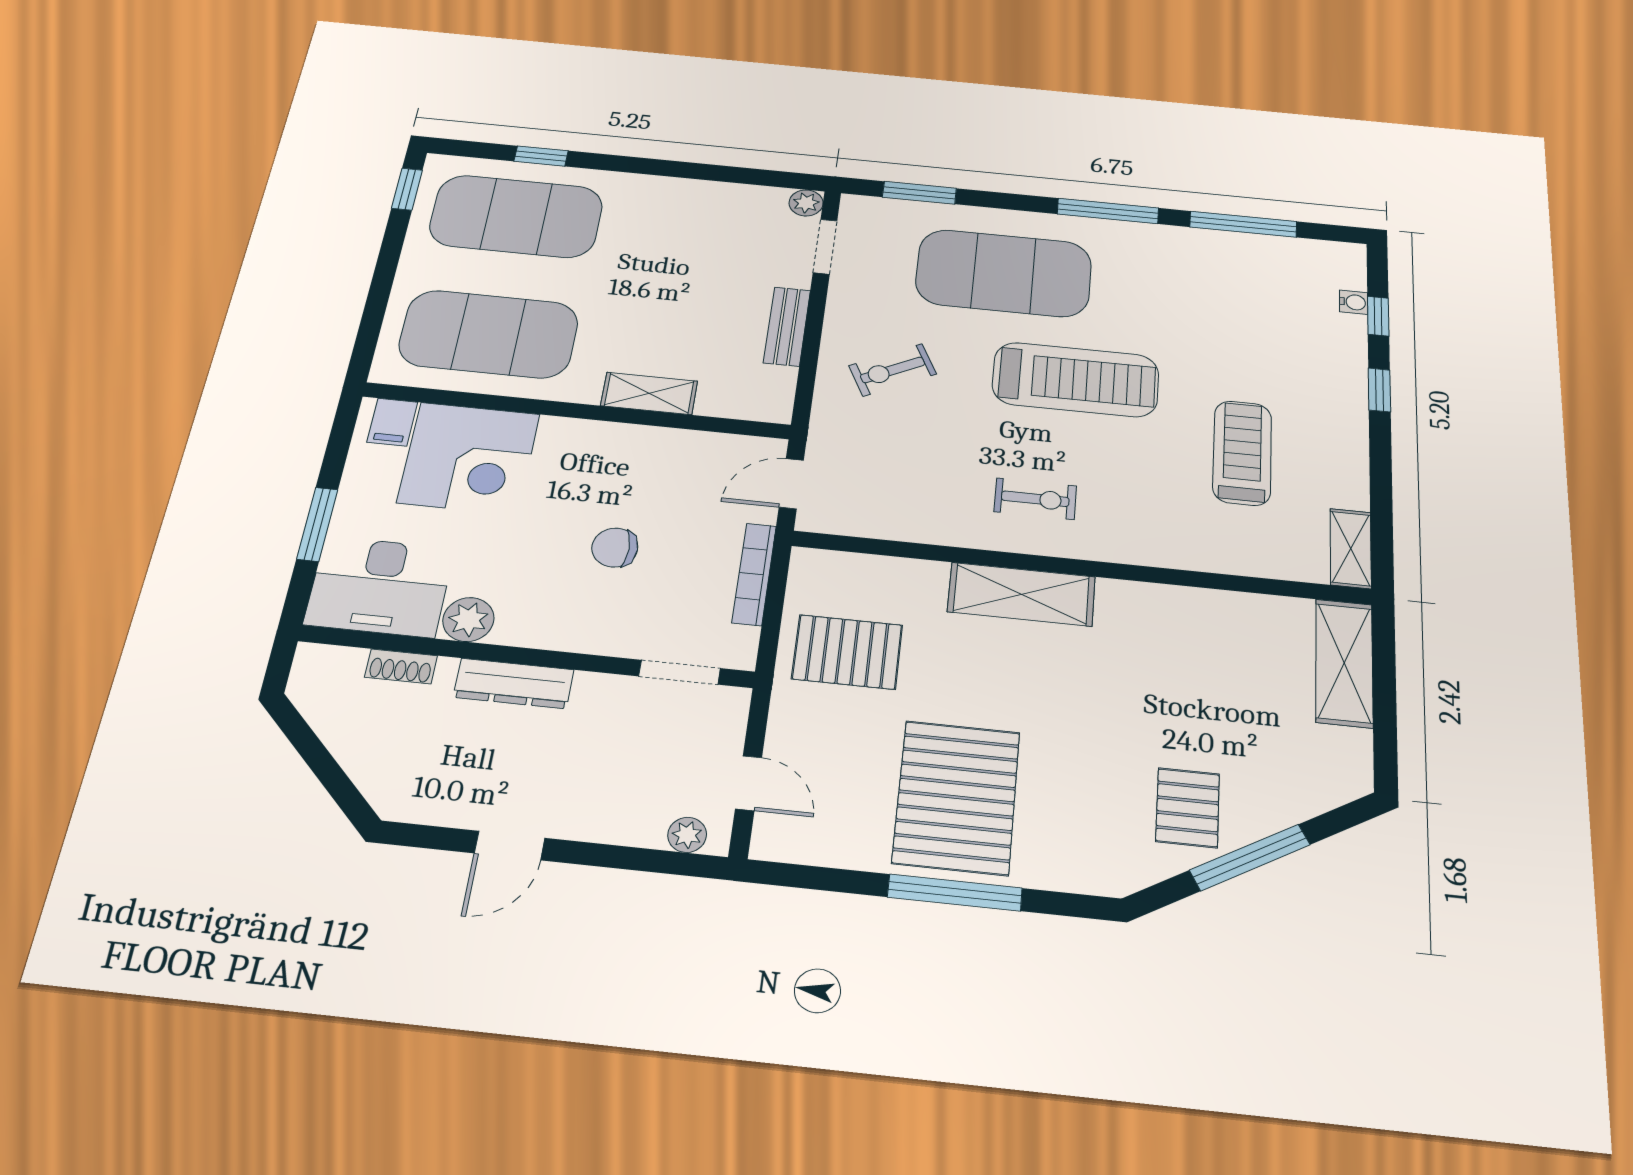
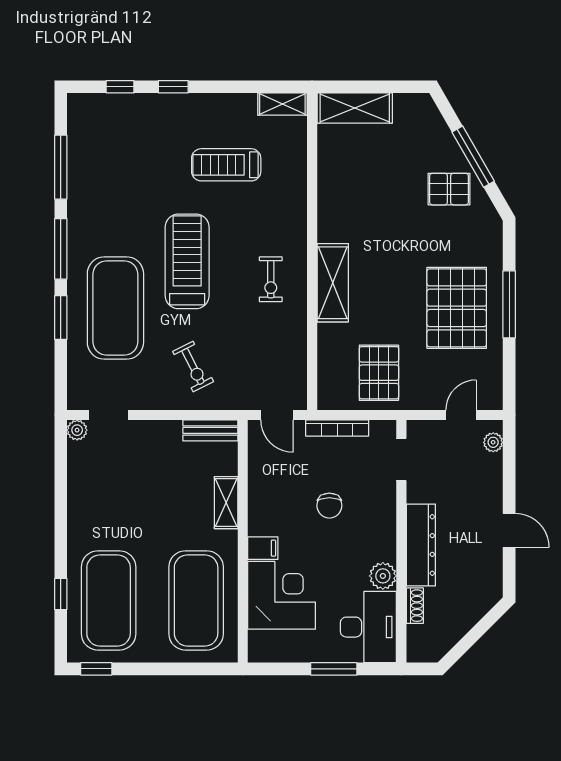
window: (919, 193) -> (61, 317), moved
water cooler: (1354, 302) -> (112, 101), removed
bench: (787, 326) -> (210, 430), moved
filing cabinet: (392, 422) -> (263, 548), moved
exercise bike: (1035, 499) -> (271, 279), turned 180
dresser: (514, 683) -> (421, 545), width x1.37, depth x1.24
pallet: (956, 797) -> (457, 308), turned 90

